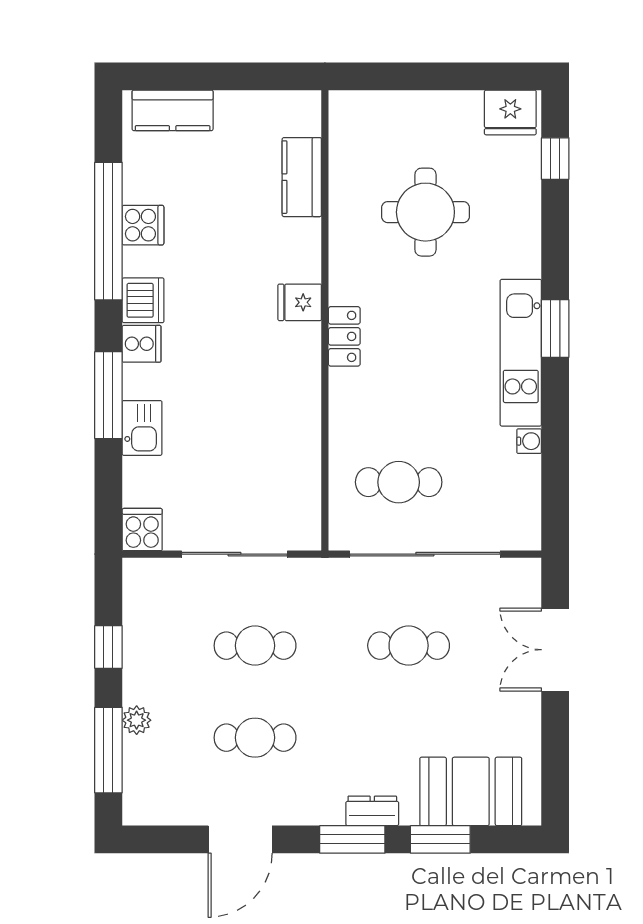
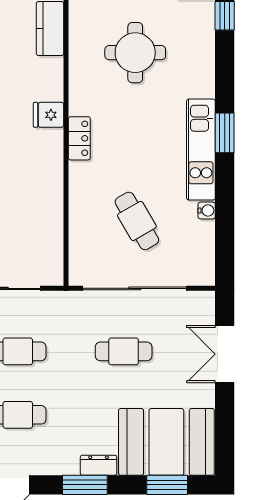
cafe table: (399, 482) -> (137, 221), moved, turned 60
booth: (471, 791) -> (166, 442), width x1.36, depth x1.42
window: (440, 839) -> (167, 485), moved

